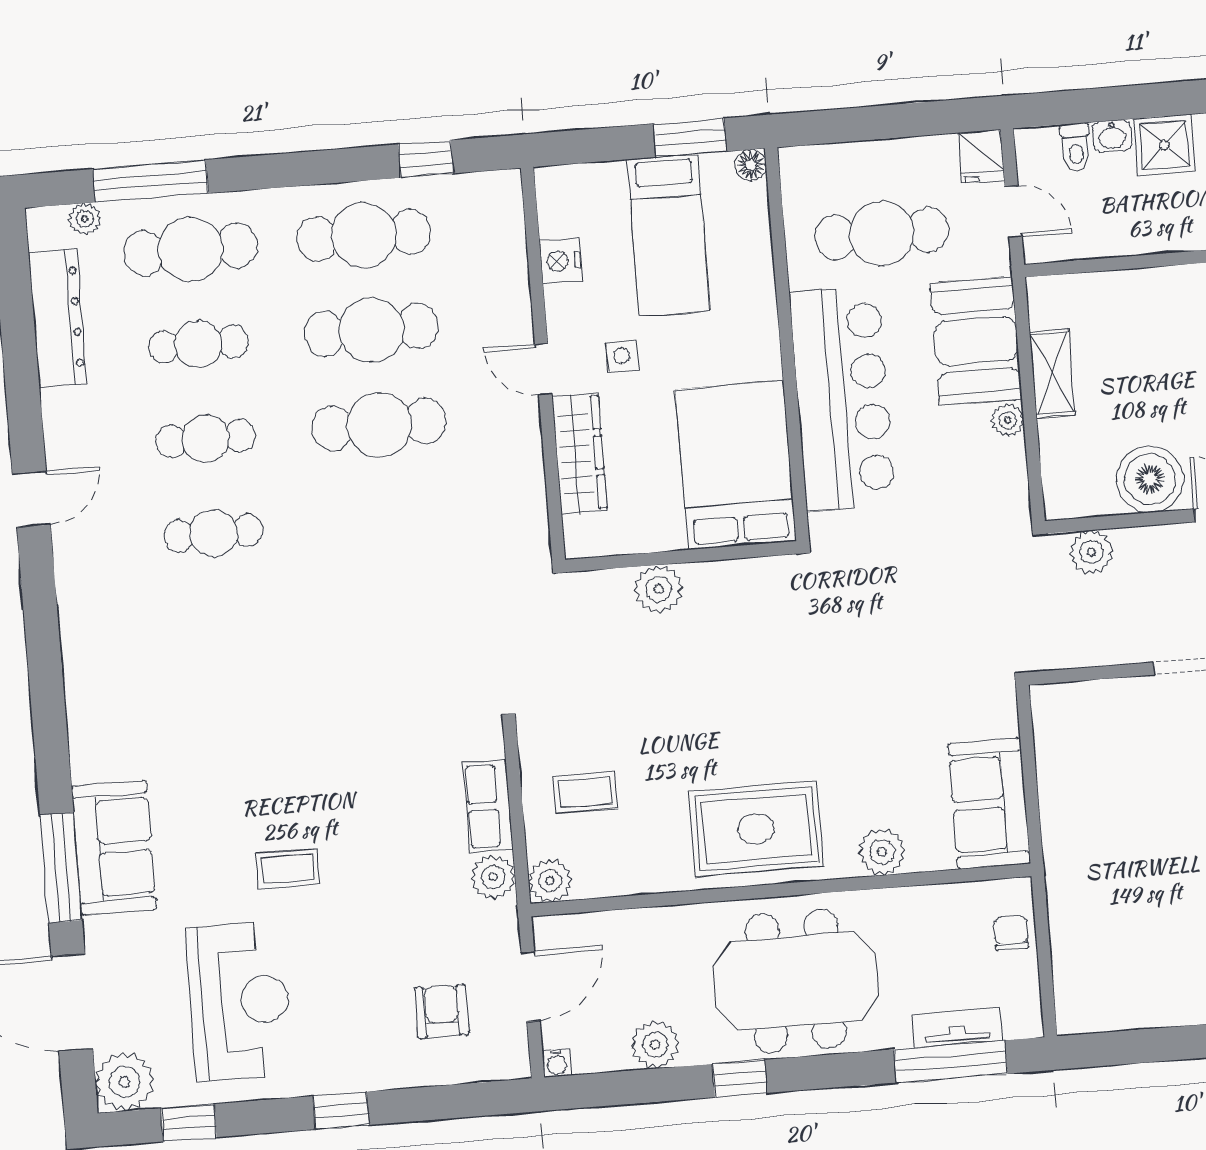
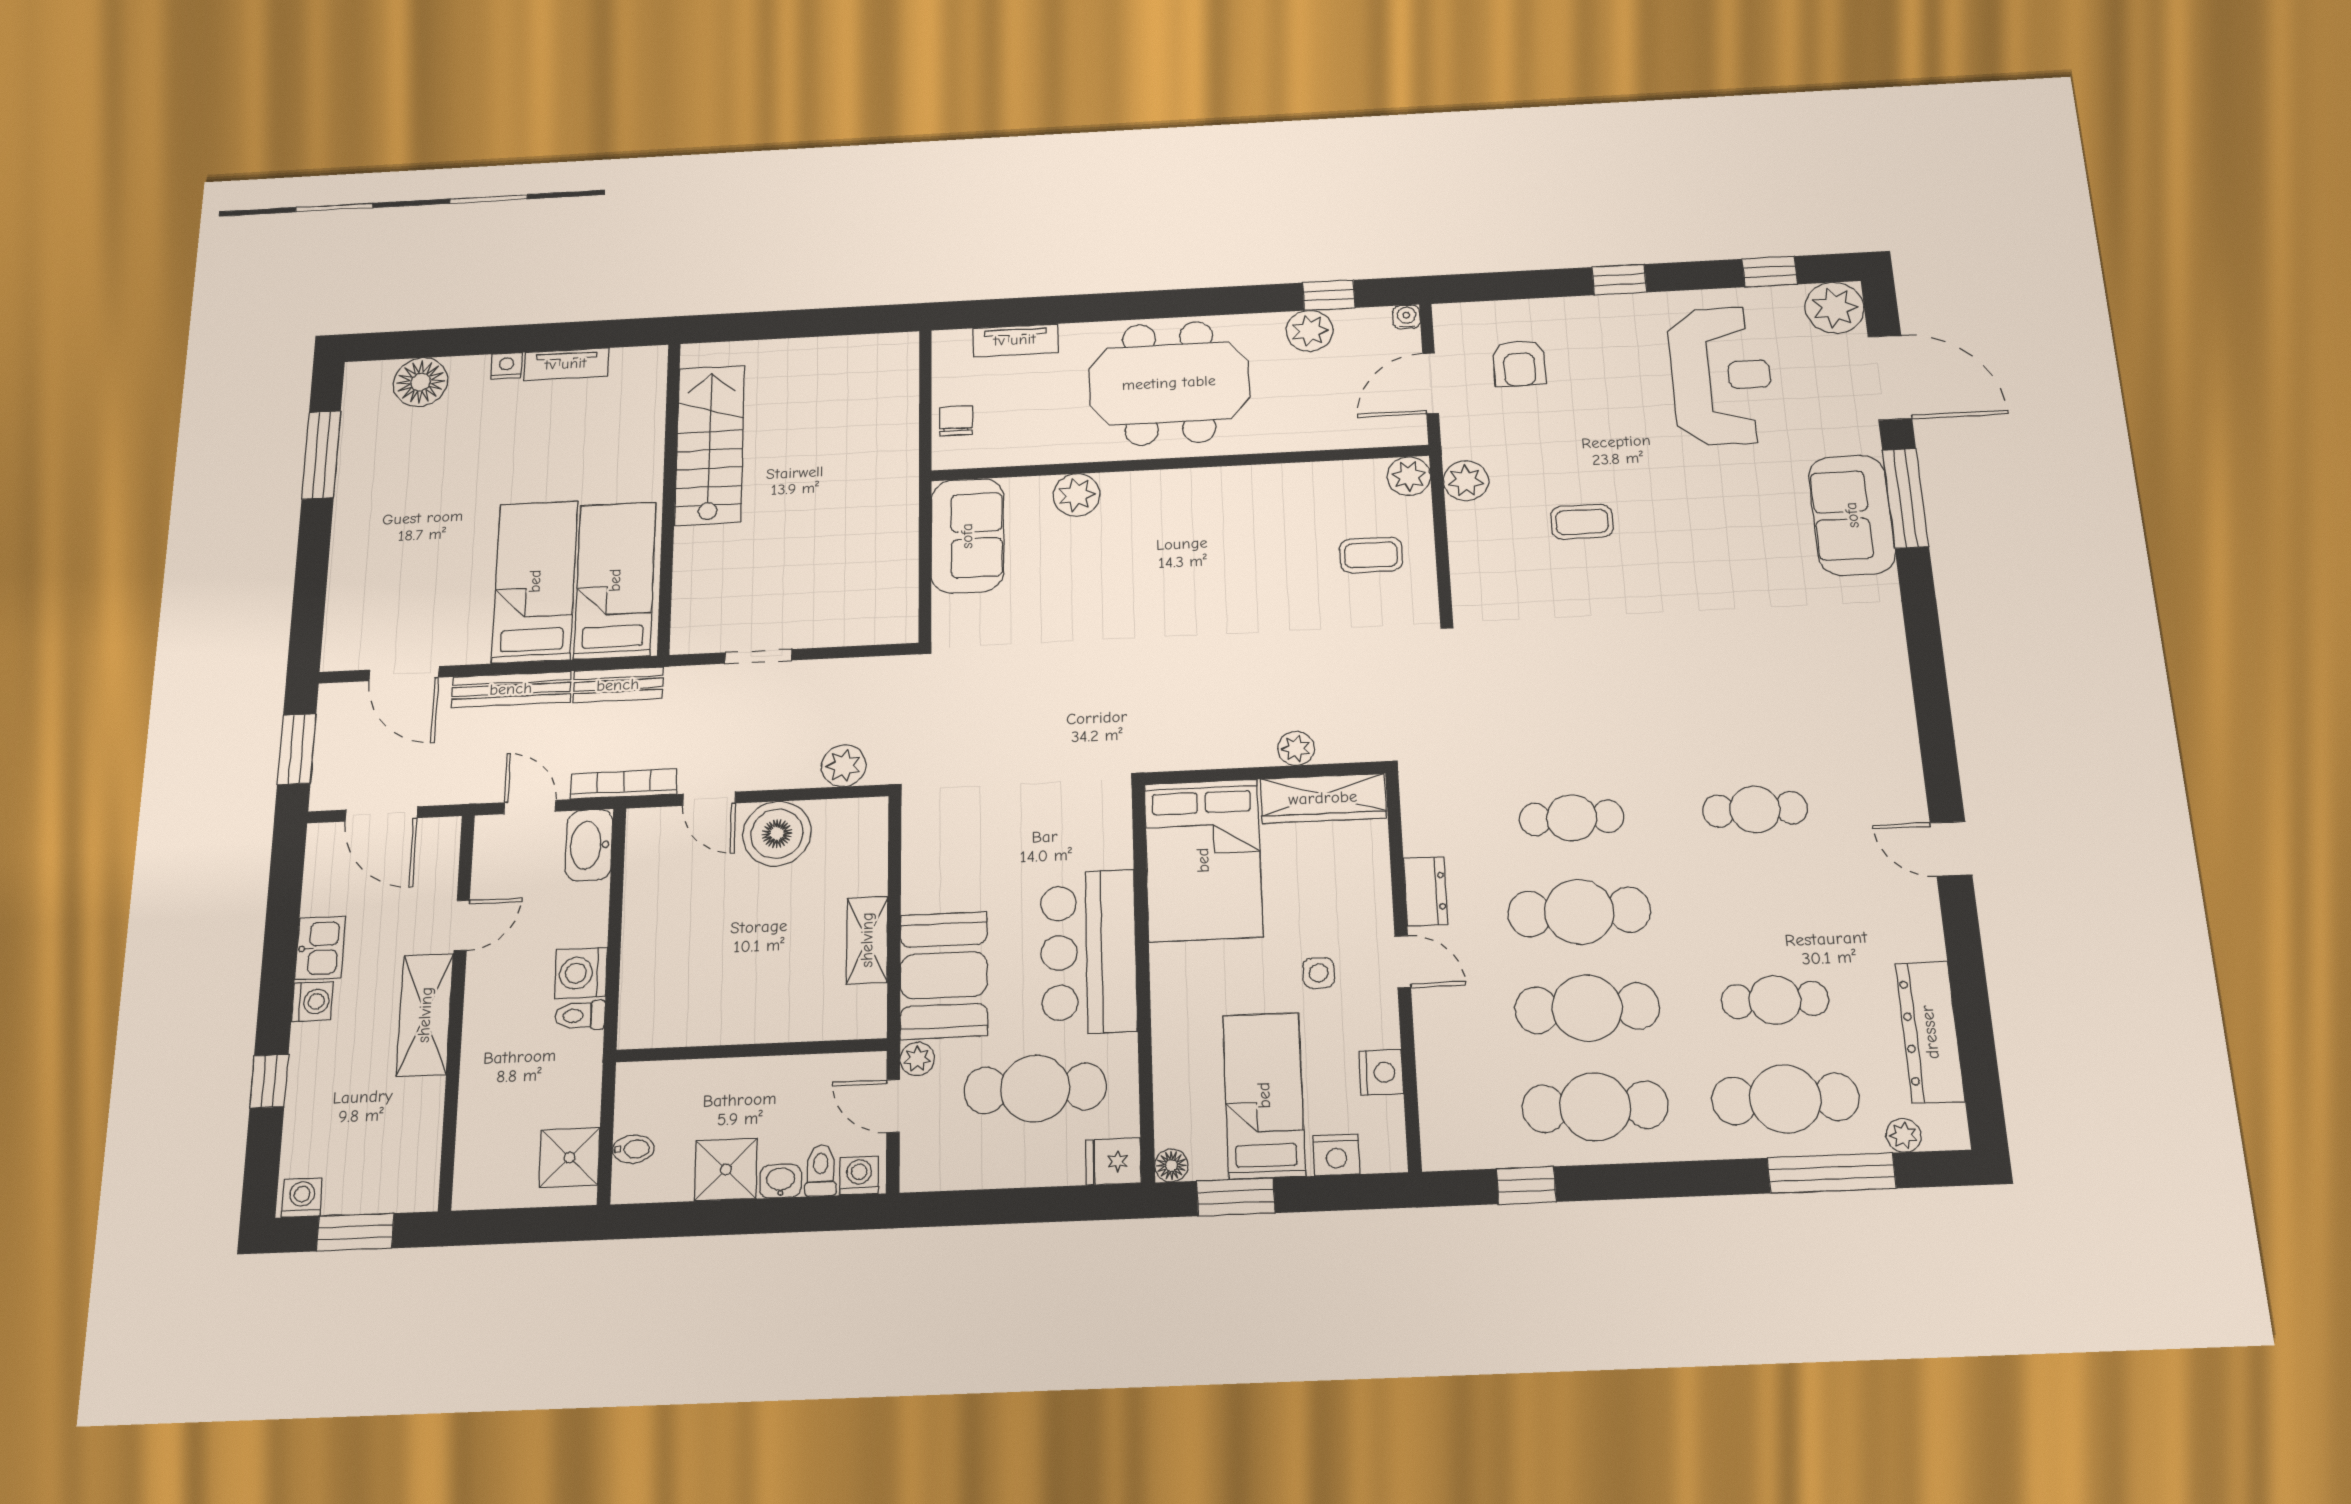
washing machine: (1039, 144) -> (859, 1176), added
fridge: (981, 156) -> (1113, 1161), moved, turned -90
nightstand: (599, 181) -> (1336, 1155), added
bar counter: (843, 399) -> (1088, 952), width x0.73
plant: (1008, 420) -> (917, 1059), moved
cafe table: (206, 439) -> (1572, 818), moved
dresser: (524, 440) -> (1426, 891), added
wardrobe: (579, 454) -> (1323, 798), moved, turned -90
door: (31, 499) -> (1951, 849), hinge flipped
plant: (659, 589) -> (1296, 748), width x0.73, depth x0.73
row of seats: (488, 806) -> (1470, 545), removed
rug: (756, 829) -> (1201, 518), removed
coffee table: (288, 869) -> (1582, 522), moved
chair: (1011, 933) -> (956, 421), turned 180
reception desk: (239, 1001) -> (1721, 376), turned 180
window: (951, 1061) -> (1024, 312), removed
window: (740, 1078) -> (1329, 295), moved

